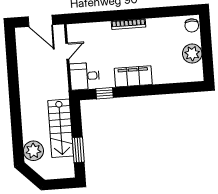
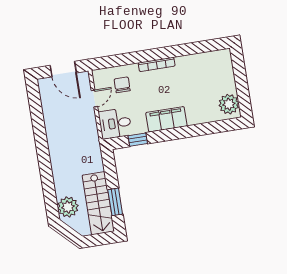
chair: (192, 25) -> (122, 85), moved, turned 180
plant: (192, 54) -> (229, 104), moved
stairs: (61, 128) -> (98, 203), moved

